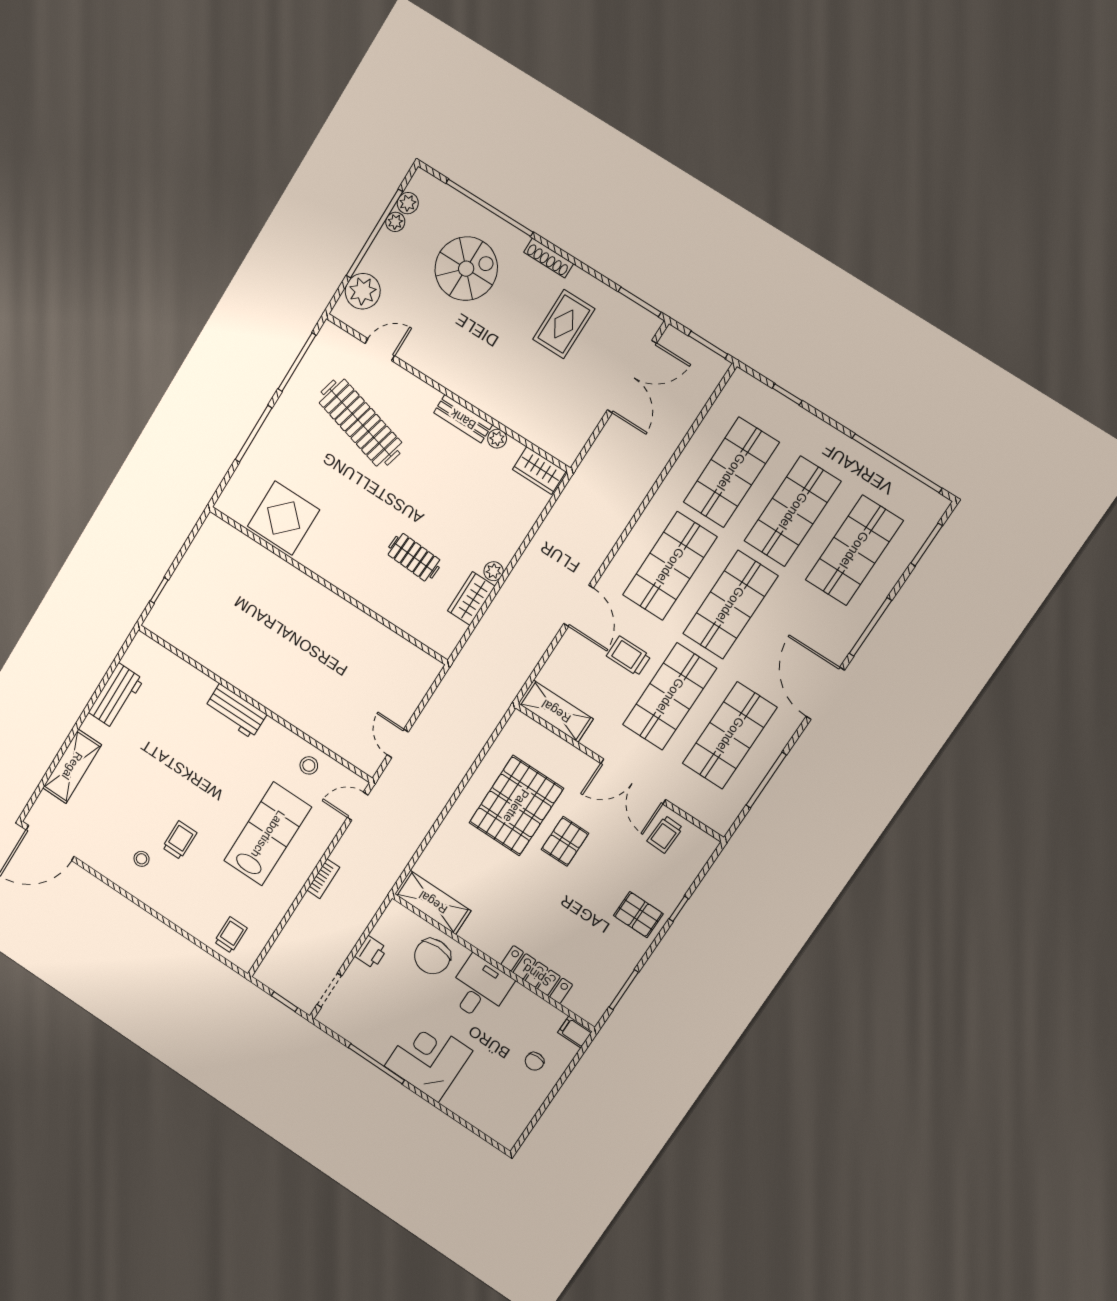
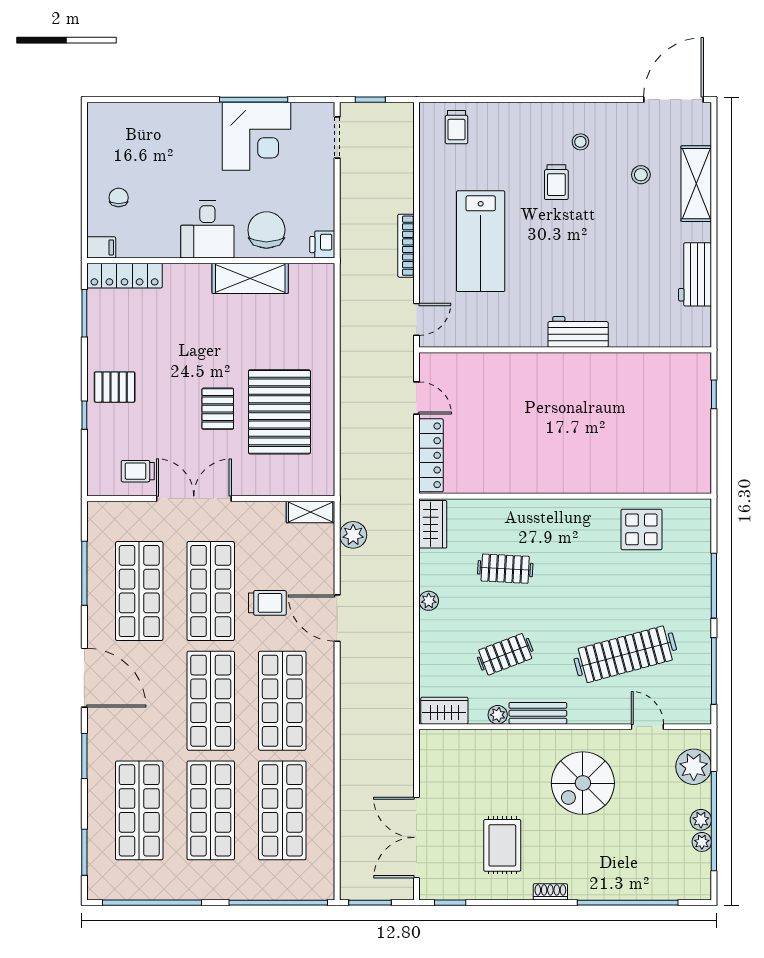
plant: (408, 203) -> (701, 820), moved
shoe rack: (549, 258) -> (550, 892), width x0.70
spiral stairs: (466, 269) -> (583, 783), moved
window: (640, 302) -> (450, 903), width x0.67
door: (380, 350) -> (647, 727), swing flipped
window: (787, 394) -> (278, 903), width x3.17
clothes rail: (360, 423) -> (625, 654), turned -30
clothes rail: (459, 486) -> (505, 654), added
display table: (284, 518) -> (641, 529), width x0.73, depth x0.73
wardrobe: (471, 599) -> (433, 524), moved
window: (870, 627) -> (84, 756), width x0.69
plant: (521, 666) -> (353, 535), added
locker: (415, 689) -> (431, 455), added
shelving: (556, 711) -> (311, 512), width x0.67, depth x0.75
stool: (309, 765) -> (641, 175), moved
trolley: (665, 834) -> (138, 471), turned -92
bookcase: (323, 879) -> (406, 246), width x1.56
shelving: (433, 902) -> (250, 278), moved
printer: (371, 952) -> (322, 245), moved
locker: (537, 975) -> (124, 276), moved
corner desk: (428, 1058) -> (256, 136), moved

